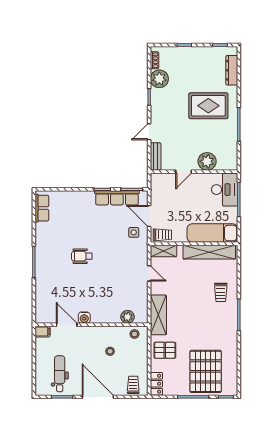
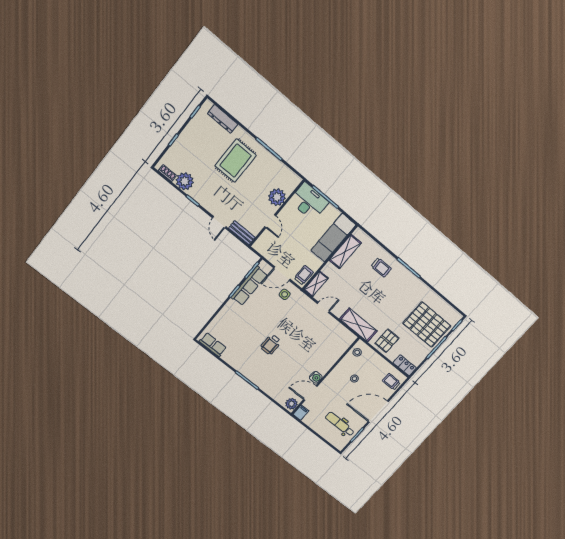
shelving: (209, 252) -> (345, 252), width x0.68
plant: (128, 317) -> (291, 404), moved

